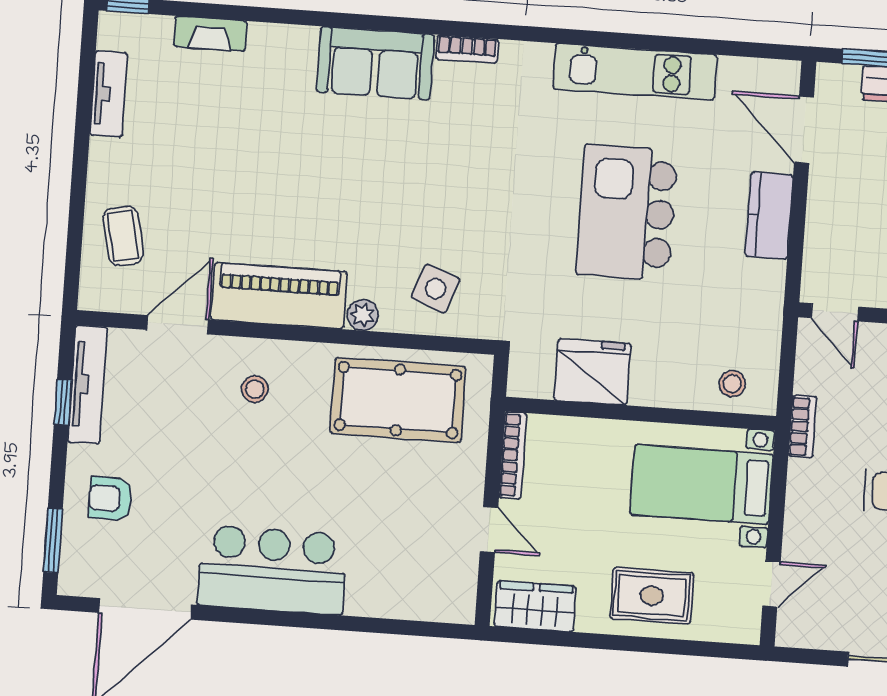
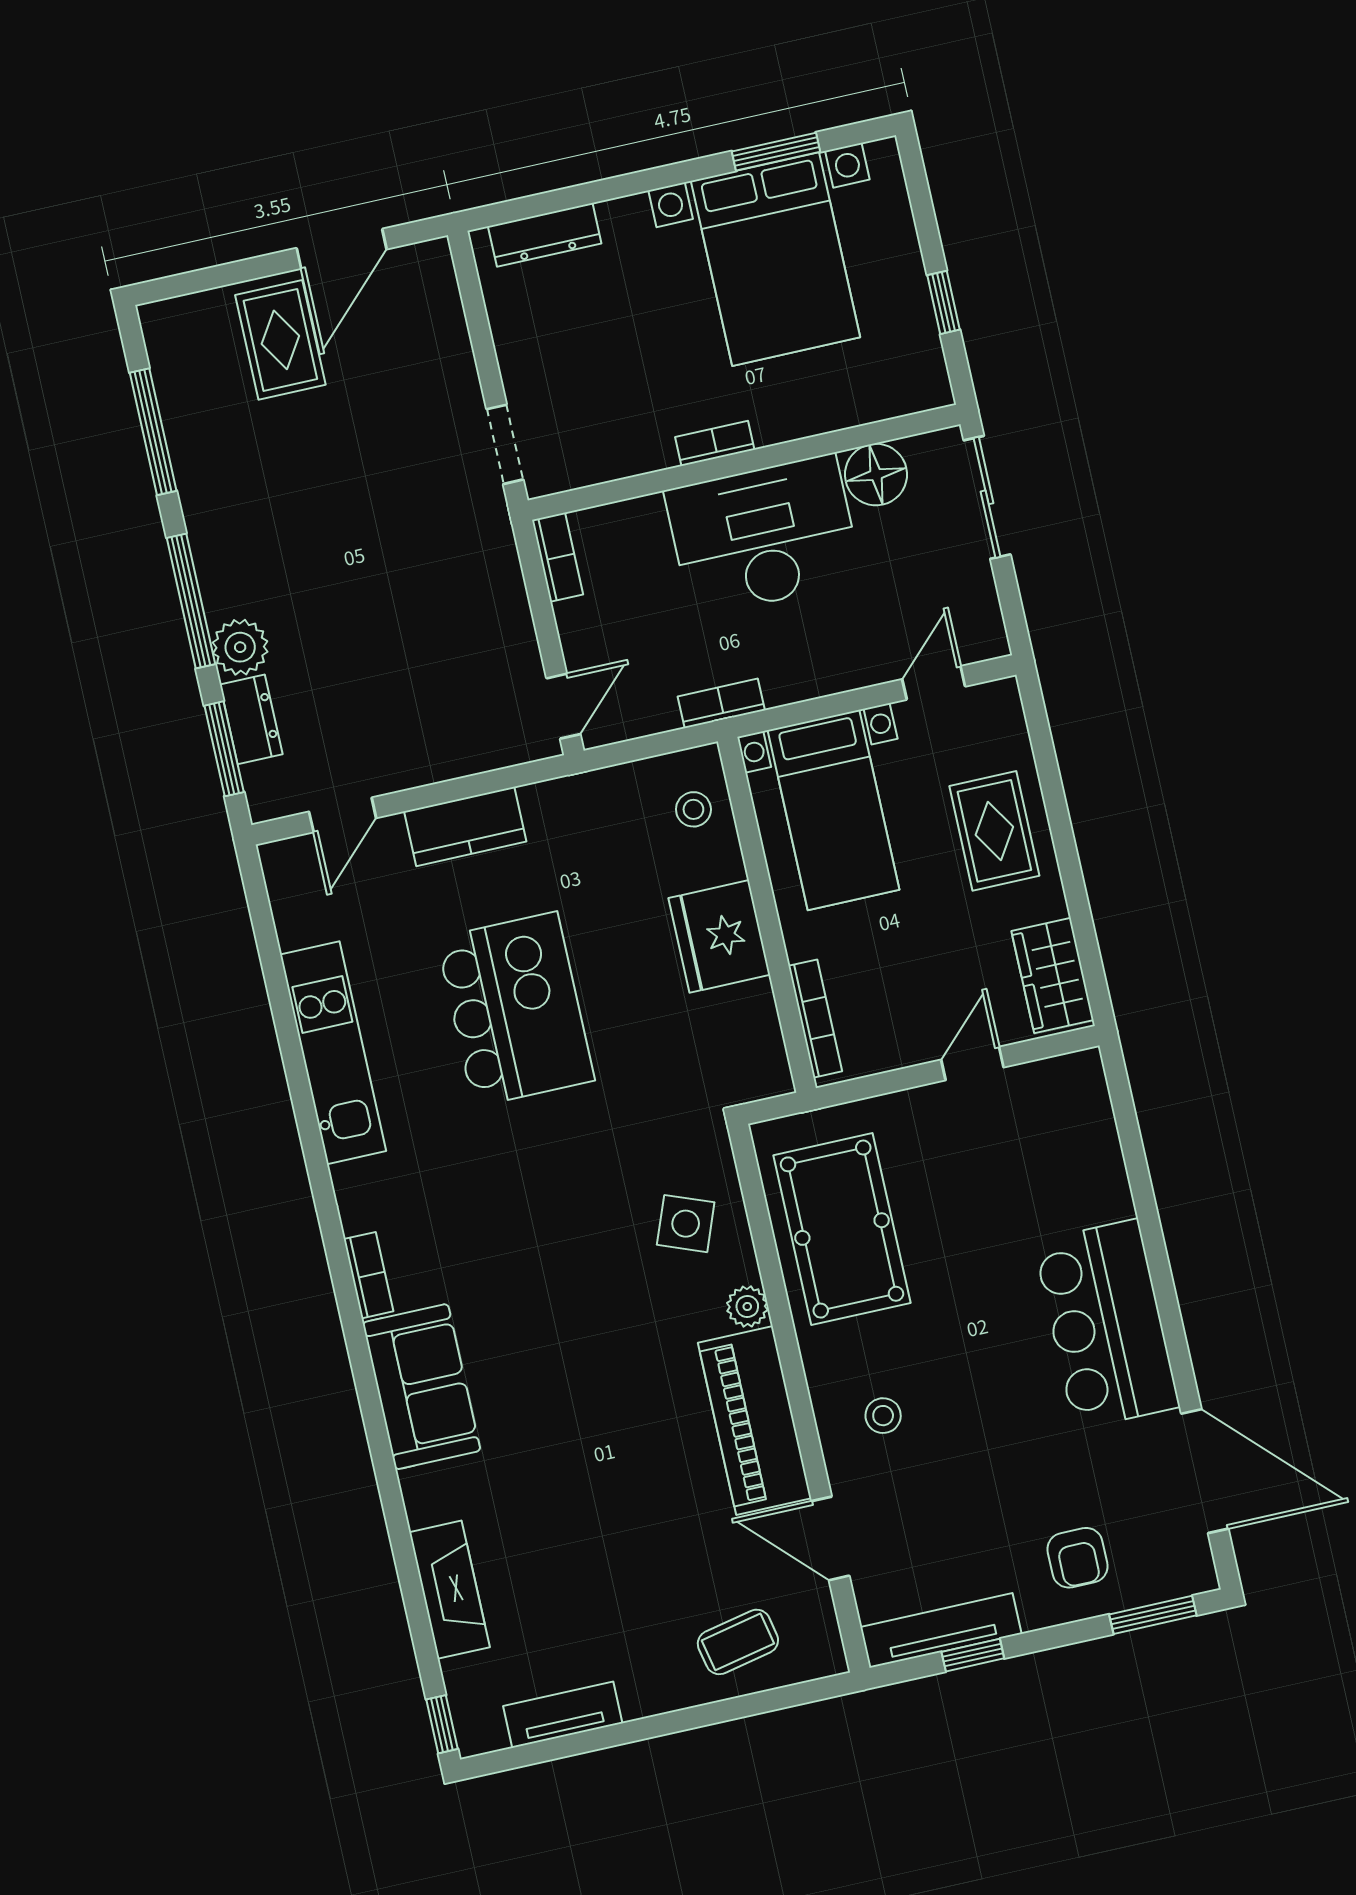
fireplace: (210, 34) -> (449, 1590), width x1.37, depth x1.32
door: (804, 130) -> (343, 815), width x0.73
kitchen island: (627, 212) -> (516, 1009), turned -90
fridge: (592, 372) -> (719, 936), moved
bookcase: (513, 455) -> (815, 1019), moved, turned 90
door: (771, 584) -> (934, 683), hinge flipped

